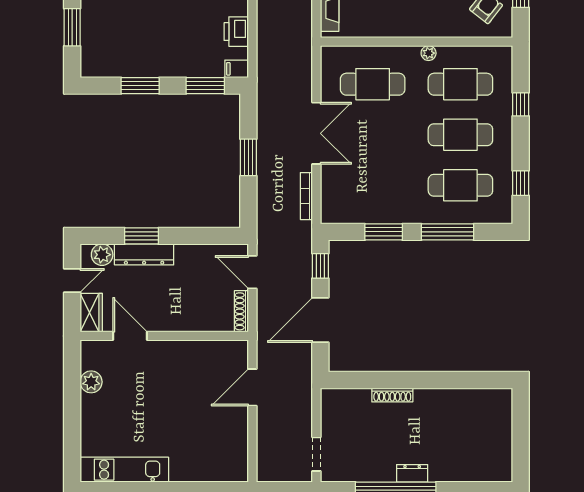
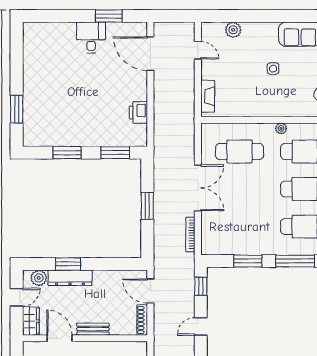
filing cabinet: (237, 69) -> (139, 140), removed
door: (320, 320) -> (201, 326), width x0.53
bench: (175, 324) -> (93, 329), added

